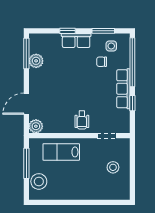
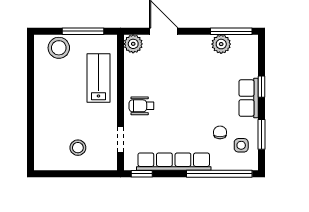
row of seats: (123, 89) -> (174, 162), width x1.36
window: (132, 103) -> (142, 174), moved

